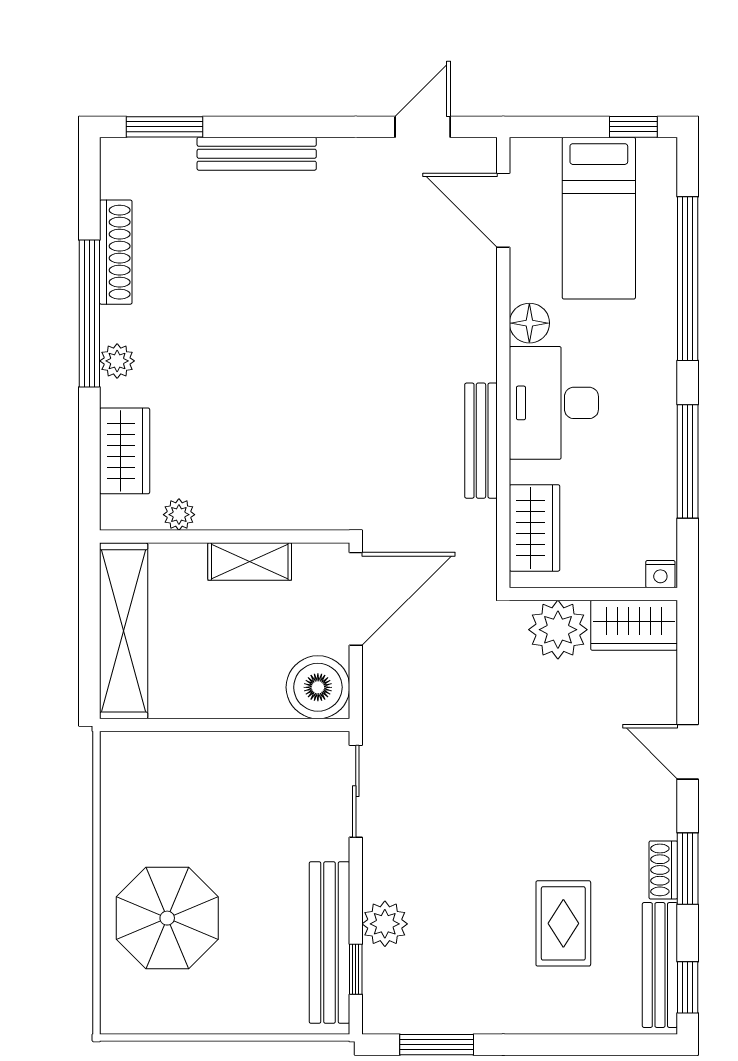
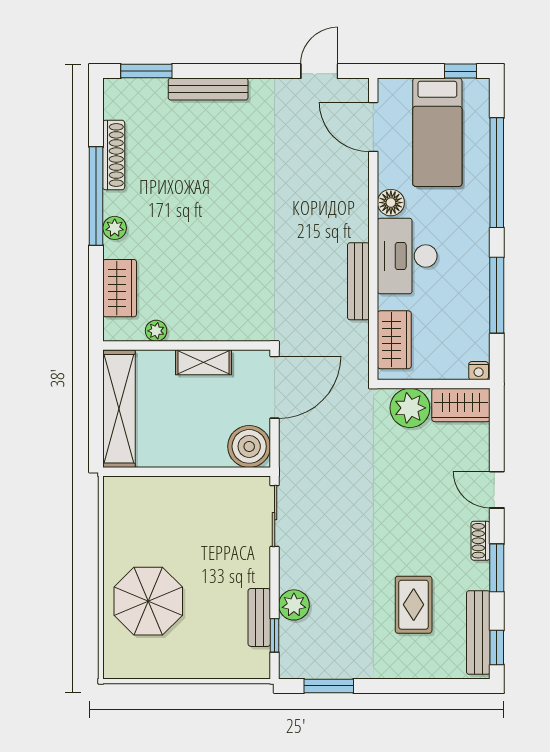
shoe rack: (663, 870) -> (481, 541), moved
bench: (329, 942) -> (259, 617), width x0.54, depth x0.82

